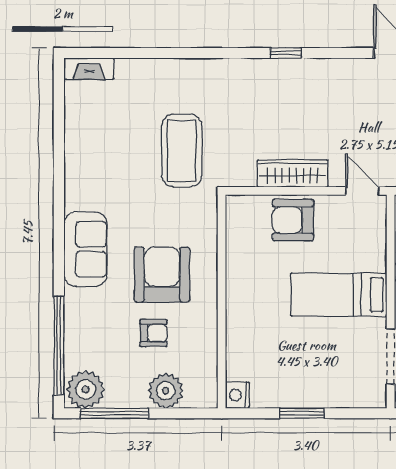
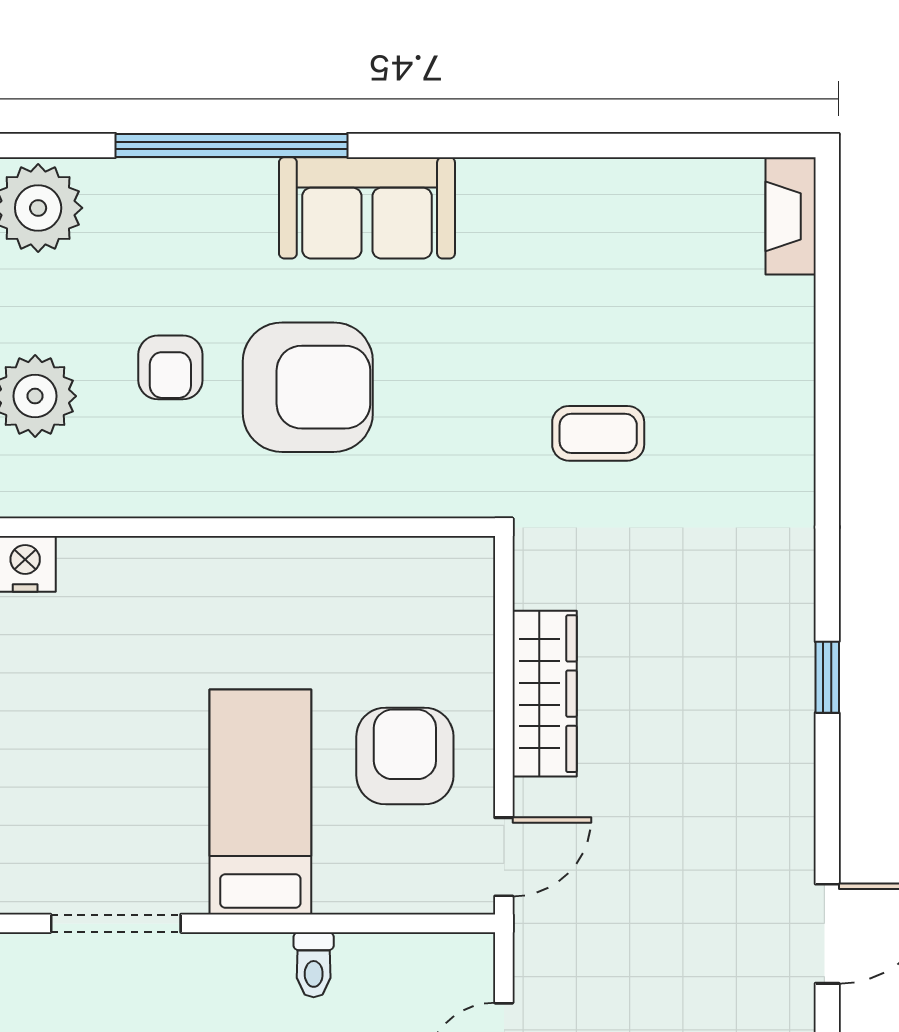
coffee table: (182, 151) -> (598, 433), width x0.54, depth x0.58
armchair: (293, 220) -> (405, 756), moved
window: (59, 345) -> (231, 145), moved

